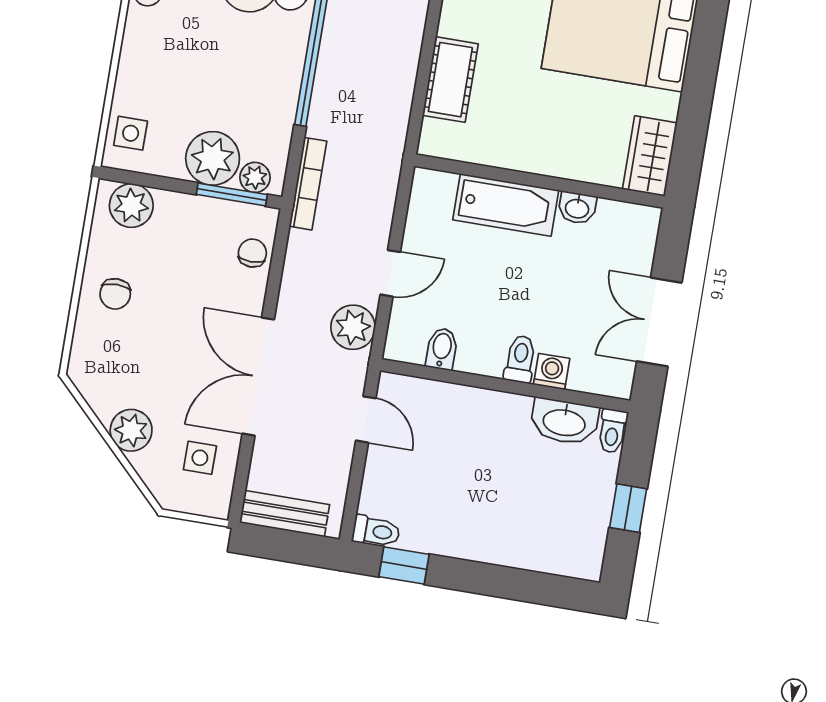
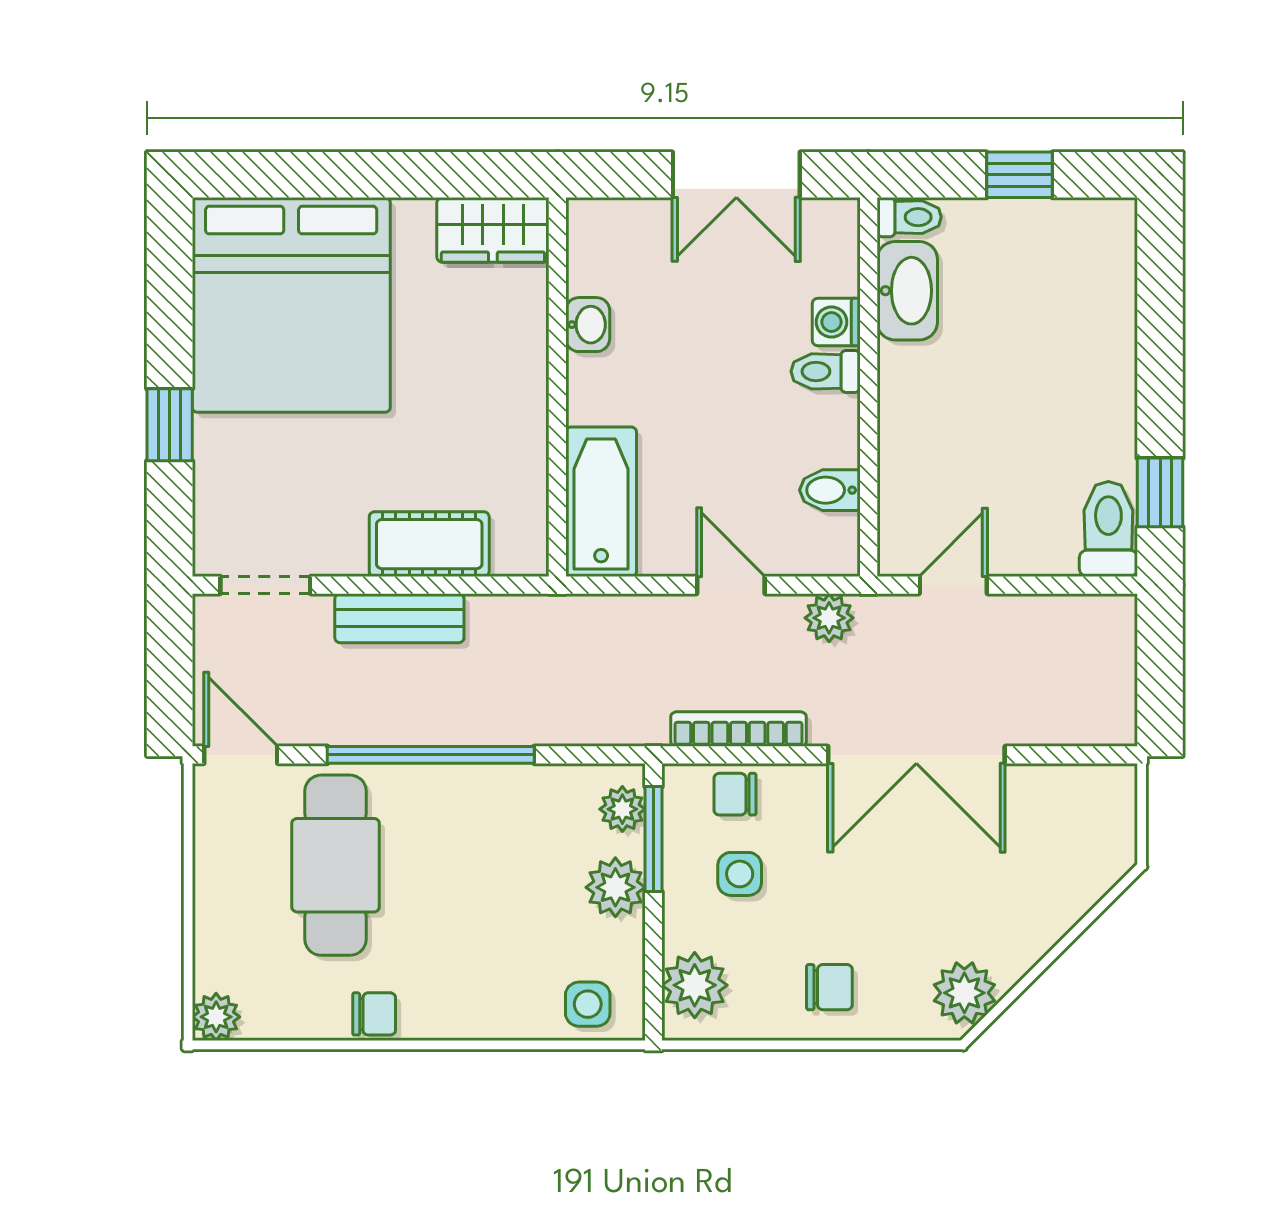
plant: (213, 158) -> (615, 887), width x0.73, depth x0.73
bookcase: (308, 184) -> (738, 729), moved
bathtub: (506, 205) -> (601, 502), moved
plant: (353, 327) -> (829, 618), width x0.73, depth x0.73
plant: (131, 430) -> (964, 993), moved
side table: (200, 458) -> (740, 874), moved
bench: (285, 514) -> (399, 618), moved, turned 90
toilet: (376, 531) -> (1108, 529), width x1.37, depth x1.39

